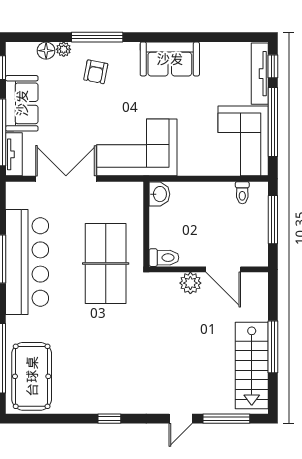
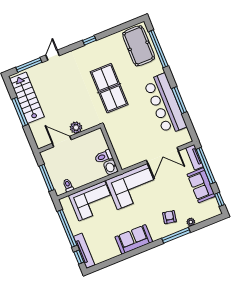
floor lamp: (46, 51) -> (200, 218), removed
corner sofa: (243, 141) -> (92, 201), moved, turned 90
toilet: (164, 258) -> (104, 156), moved
table tennis table: (106, 264) -> (109, 88), moved

